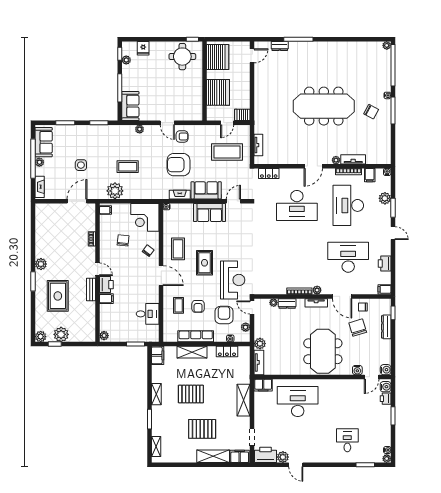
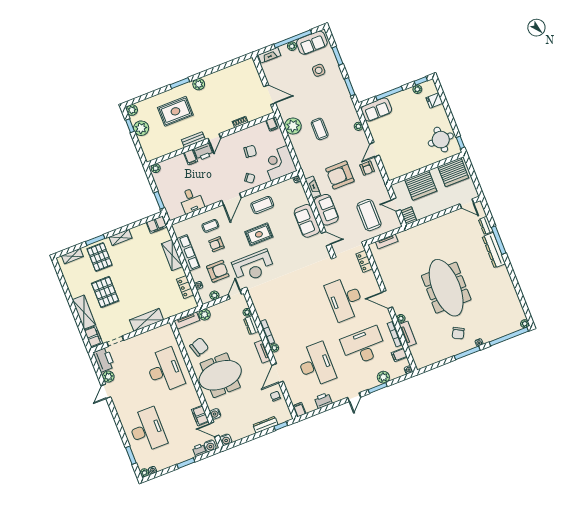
dresser: (306, 47) -> (494, 250), added
side table: (81, 165) -> (319, 70), moved
armchair: (178, 165) -> (340, 175), turned -90
chair: (358, 328) -> (199, 347), moved
filing cabinet: (263, 385) -> (200, 416), moved
pallet: (191, 394) -> (100, 257), moved
desk: (347, 440) -> (147, 430), width x1.87, depth x1.30

